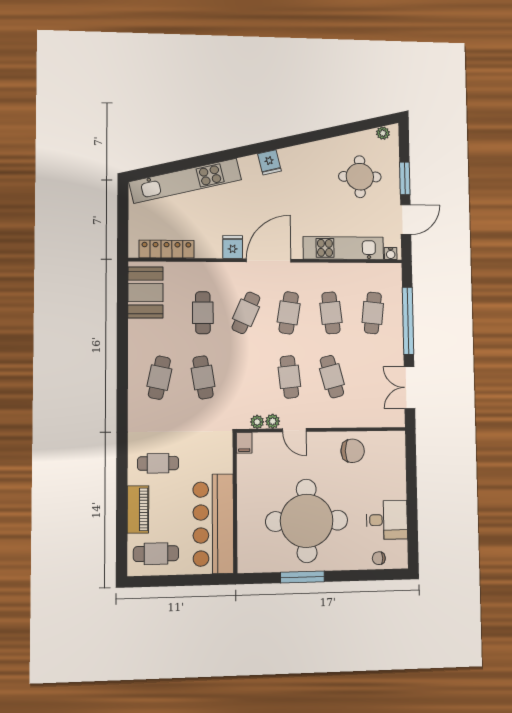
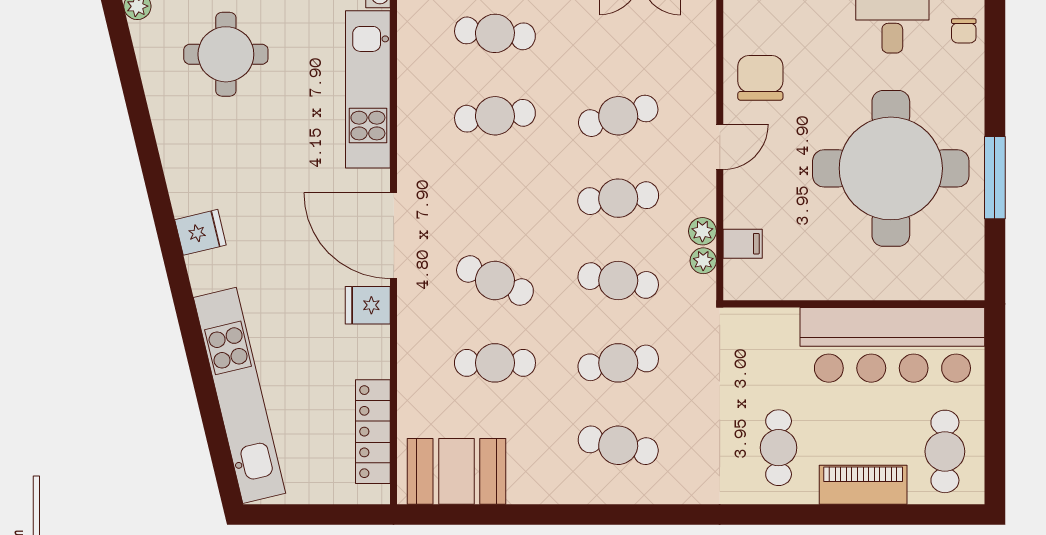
cafe table: (289, 313) -> (618, 281), moved
door: (294, 430) -> (720, 147), moved
filing cabinet: (244, 443) -> (743, 244), moved

